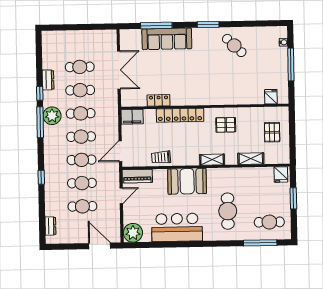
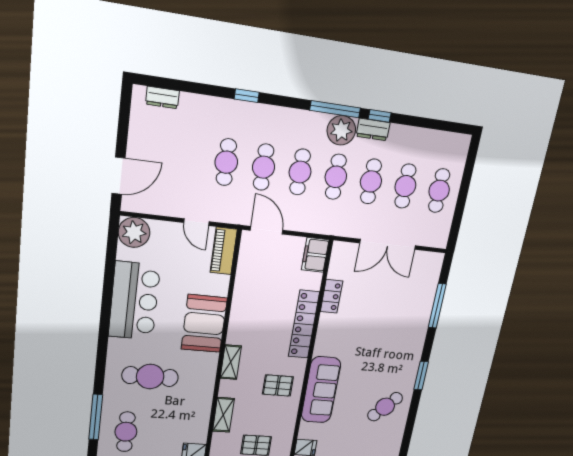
sofa: (167, 39) -> (321, 390), moved, turned 180
dresser: (48, 80) -> (373, 129), moved
pallet: (226, 125) -> (278, 385), turned 90
trolley: (161, 157) -> (247, 290), removed
cafe table: (82, 206) -> (439, 191), moved

